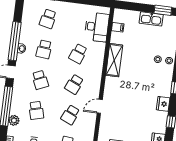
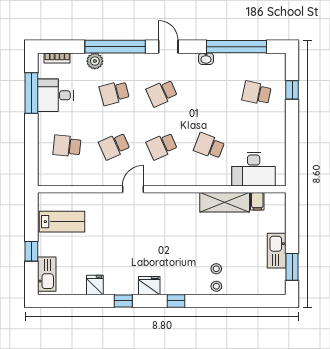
window: (15, 41) -> (236, 47), moved
school desk: (44, 49) -> (209, 93), removed
shelving: (114, 60) -> (225, 202), moved
school desk: (74, 84) -> (162, 146), turned -48
door: (100, 106) -> (133, 189), hinge flipped
school desk: (70, 115) -> (114, 146), turned -48

